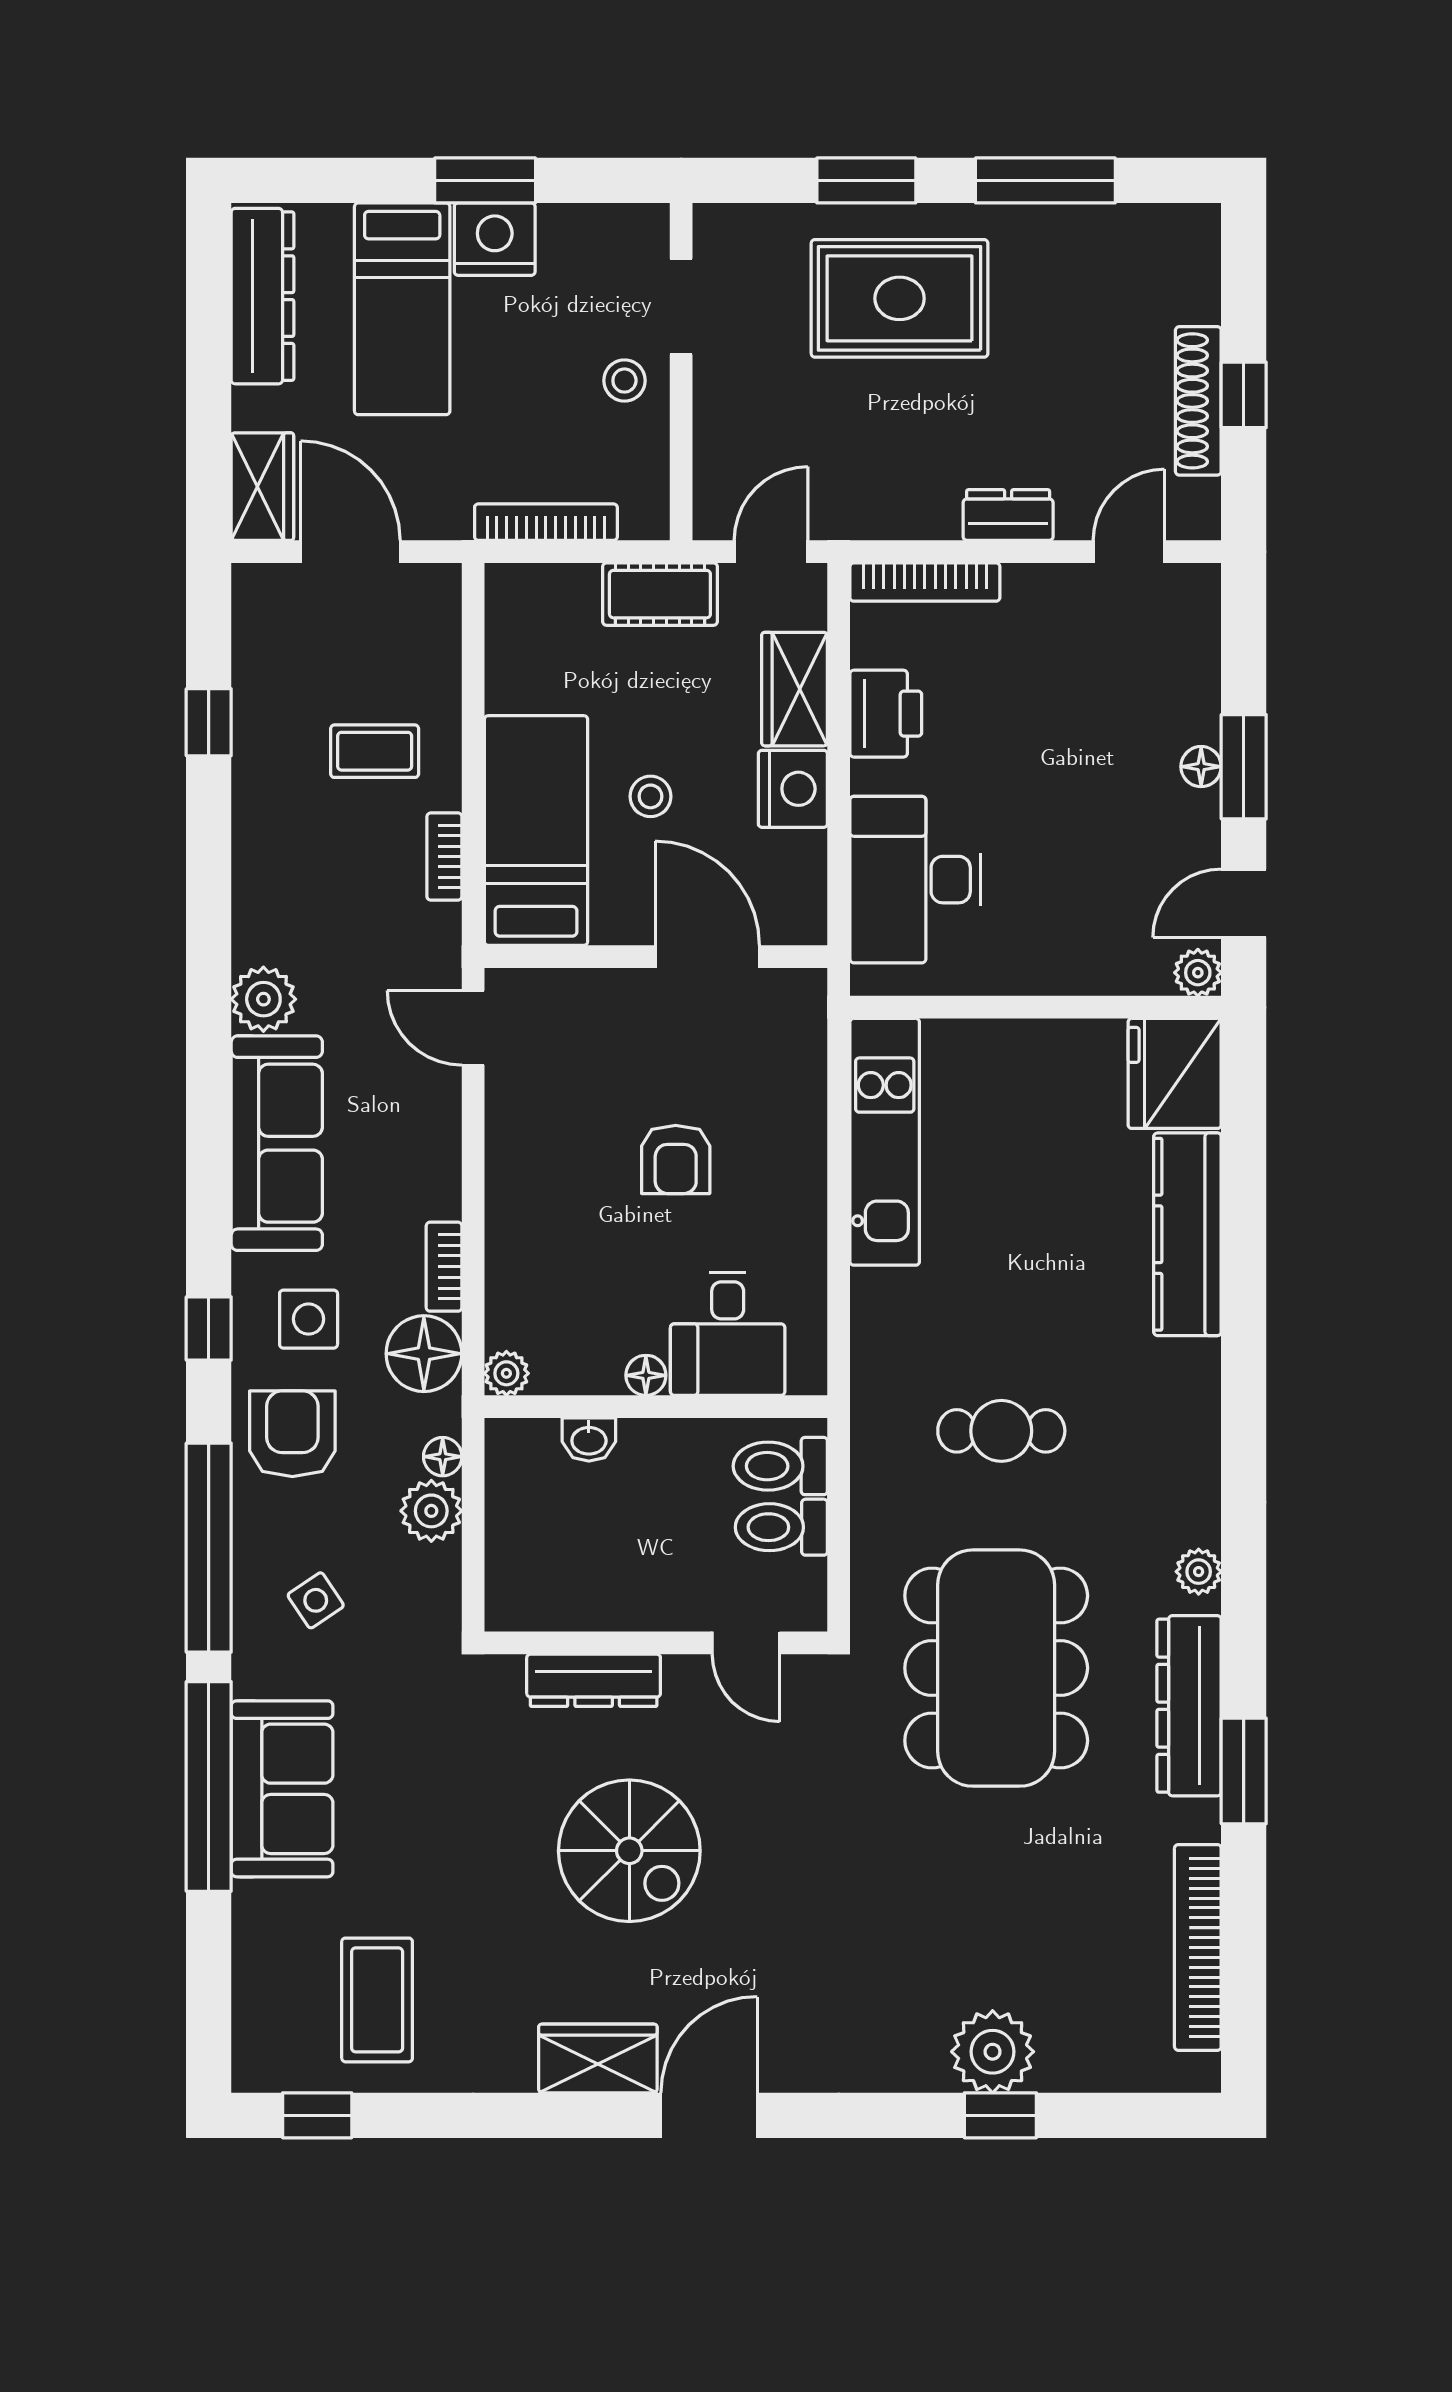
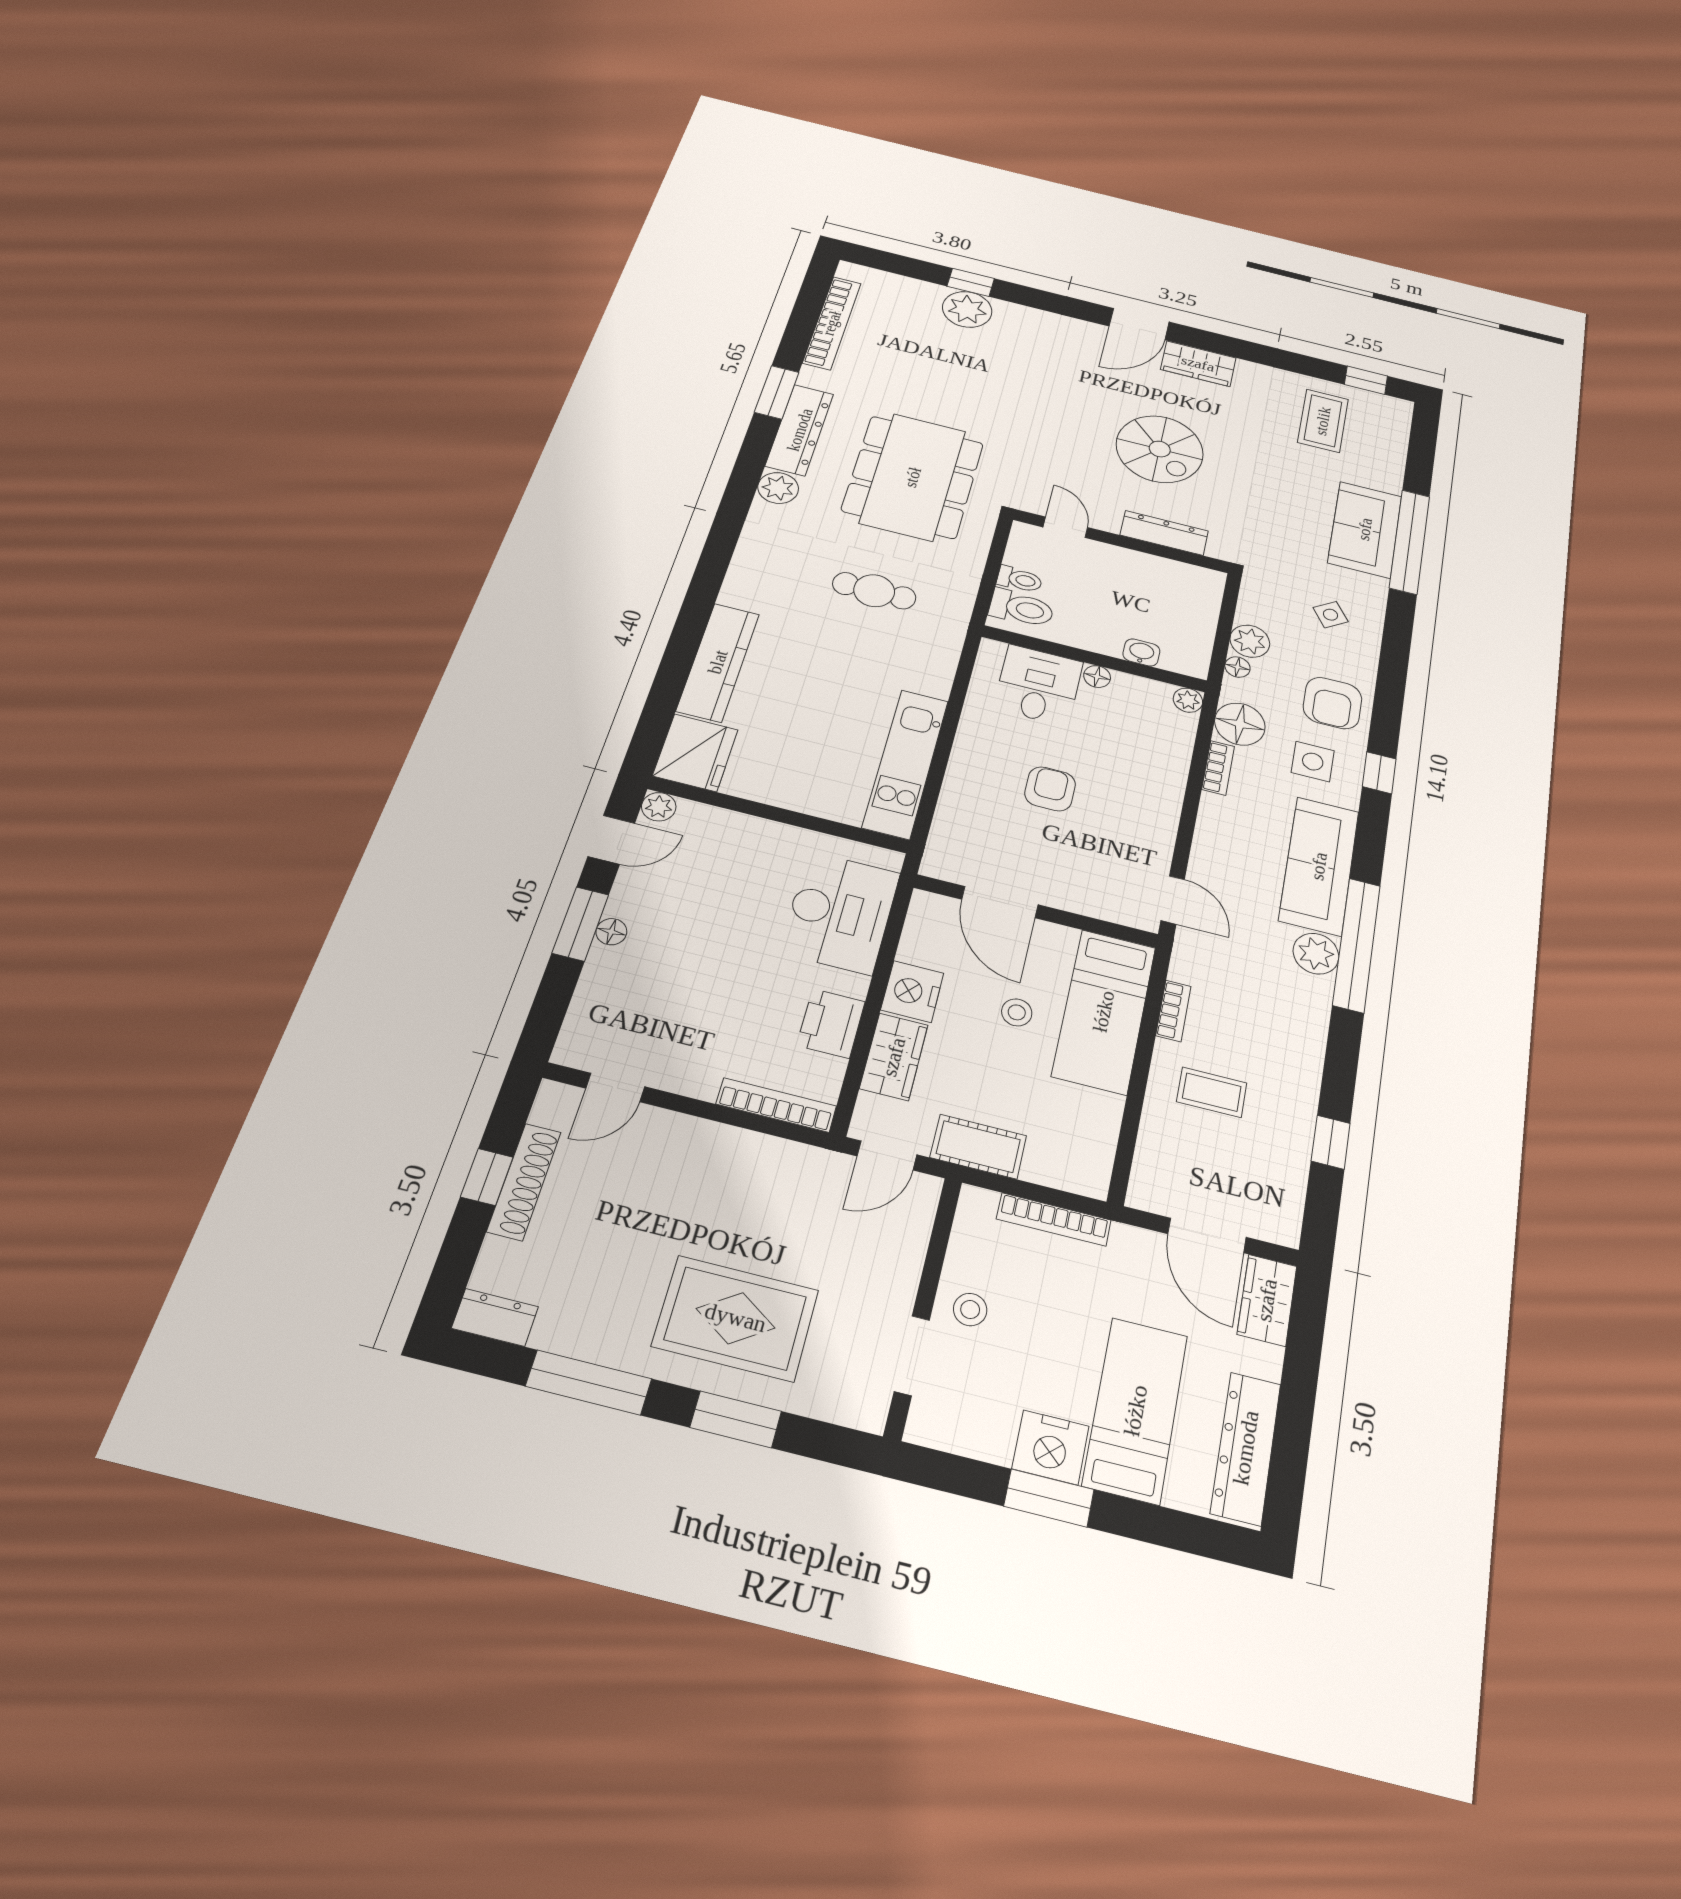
dresser: (1008, 515) -> (495, 1317), moved, turned 180
toilet: (781, 1527) -> (1020, 579), width x0.73, depth x0.72
window: (209, 1548) -> (1357, 945), moved
plant: (1199, 1572) -> (778, 488), width x1.38, depth x1.38
spiral stairs: (629, 1851) -> (1160, 449), turned 180

